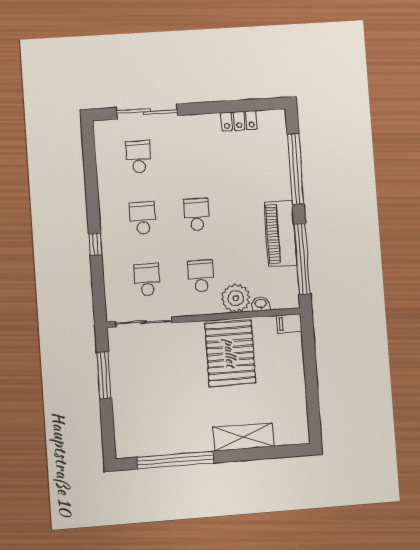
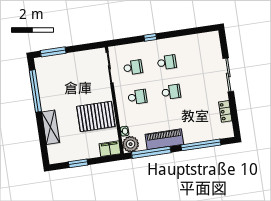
sliding door: (147, 112) -> (228, 75), moved
school desk: (139, 157) -> (200, 57), removed
plant: (236, 298) -> (131, 144), moved
filing cabinet: (289, 323) -> (110, 149), width x2.00
window: (104, 375) -> (53, 52), moved
window: (312, 392) -> (78, 163), added

